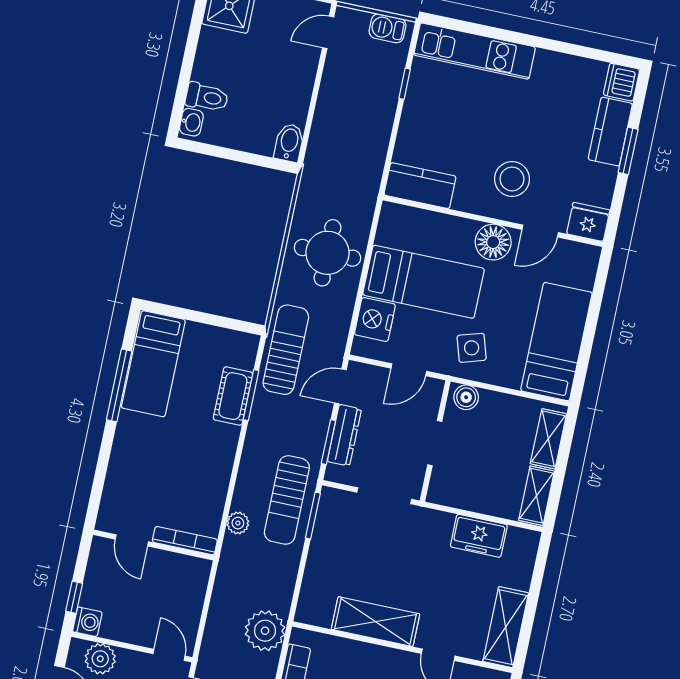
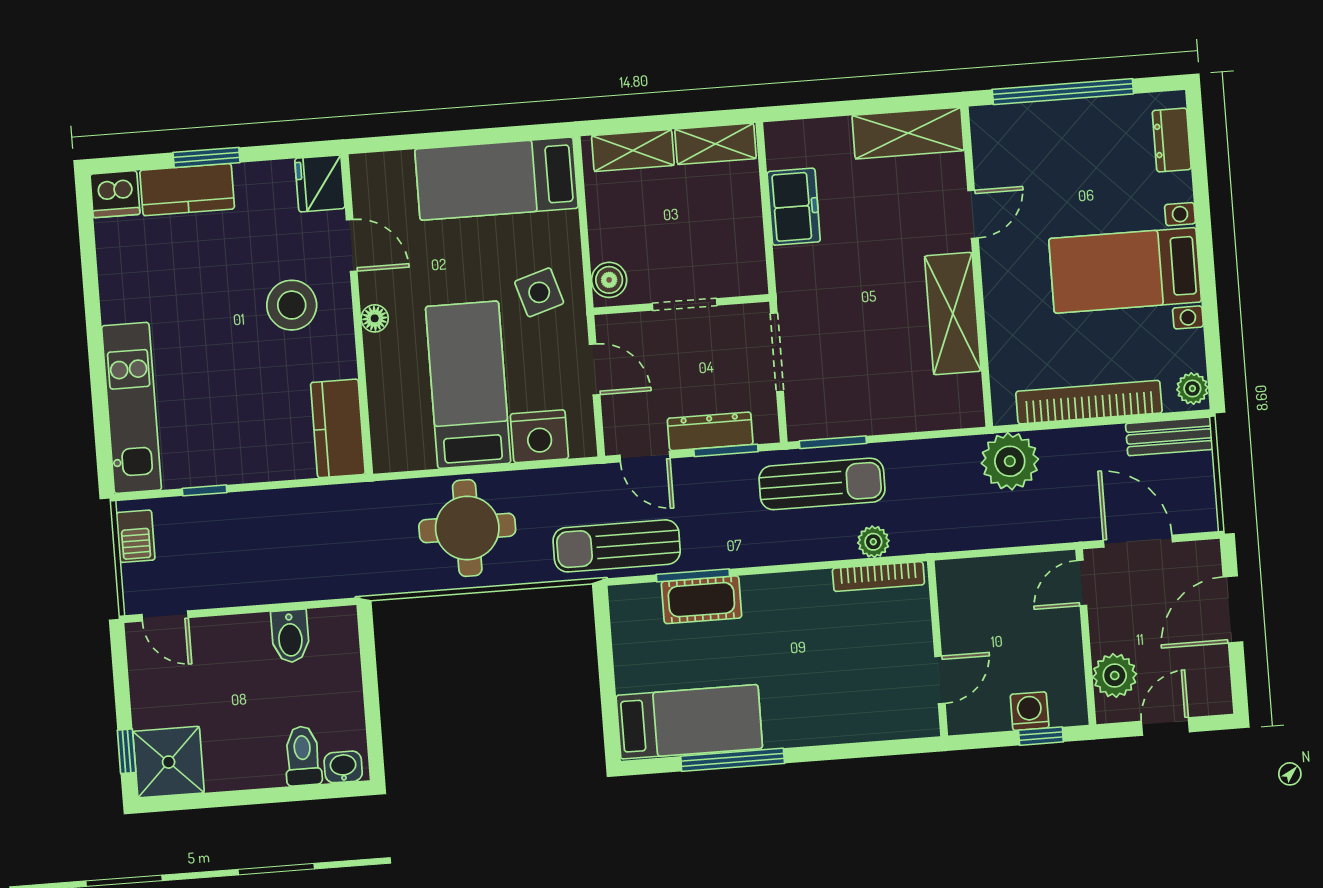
bidet: (289, 143) -> (290, 636), moved, turned -90
floor lamp: (493, 242) -> (375, 318), width x0.53, depth x0.53
bookcase: (185, 541) -> (878, 577), moved, turned -90
washing machine: (87, 622) -> (1030, 711), moved

